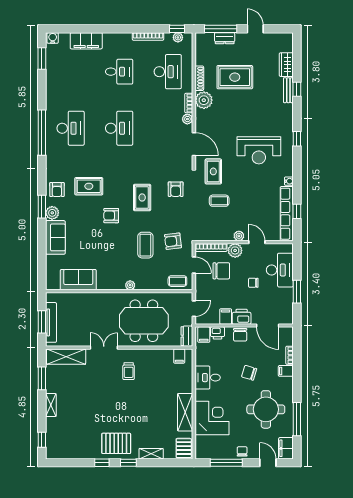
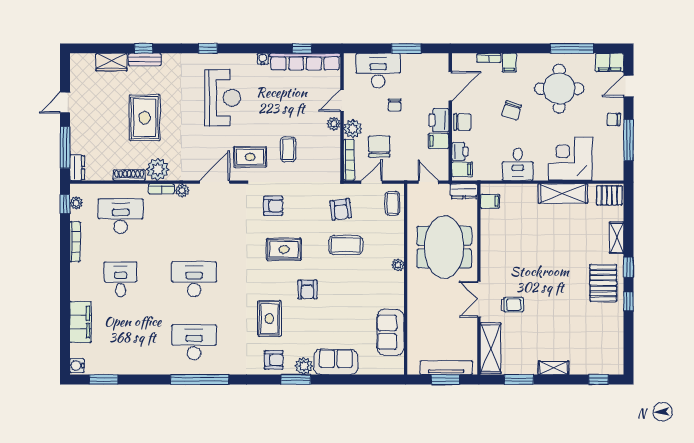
dresser: (225, 38) -> (77, 168), moved
rug: (235, 77) -> (145, 118), moved
trolley: (129, 371) -> (512, 305), moved

